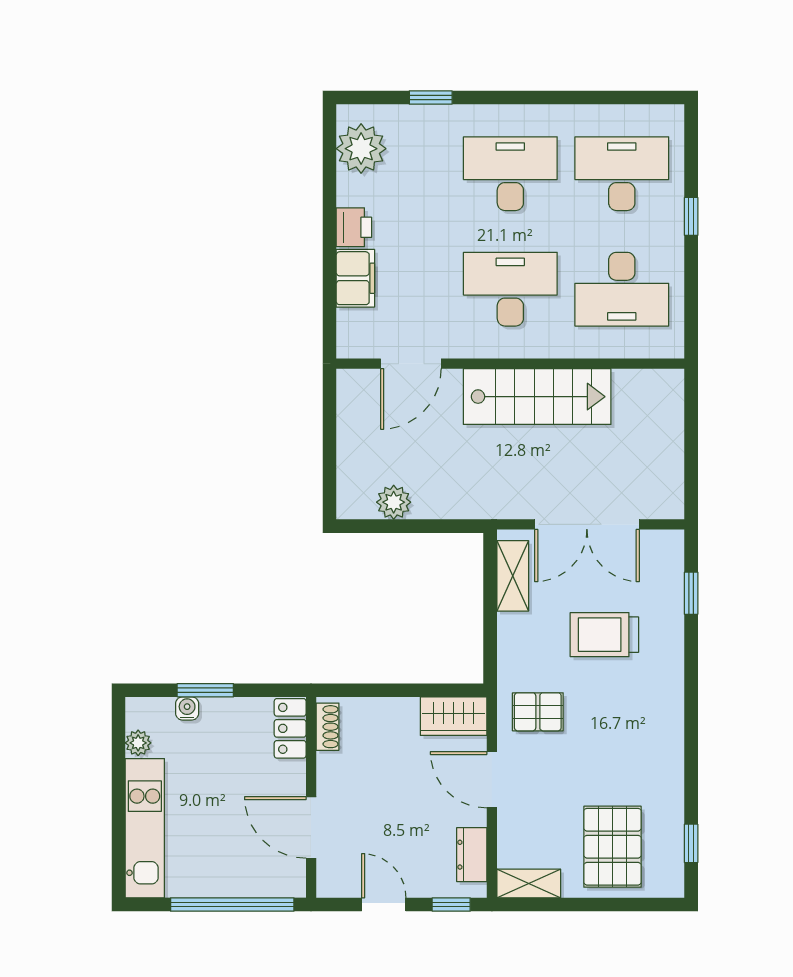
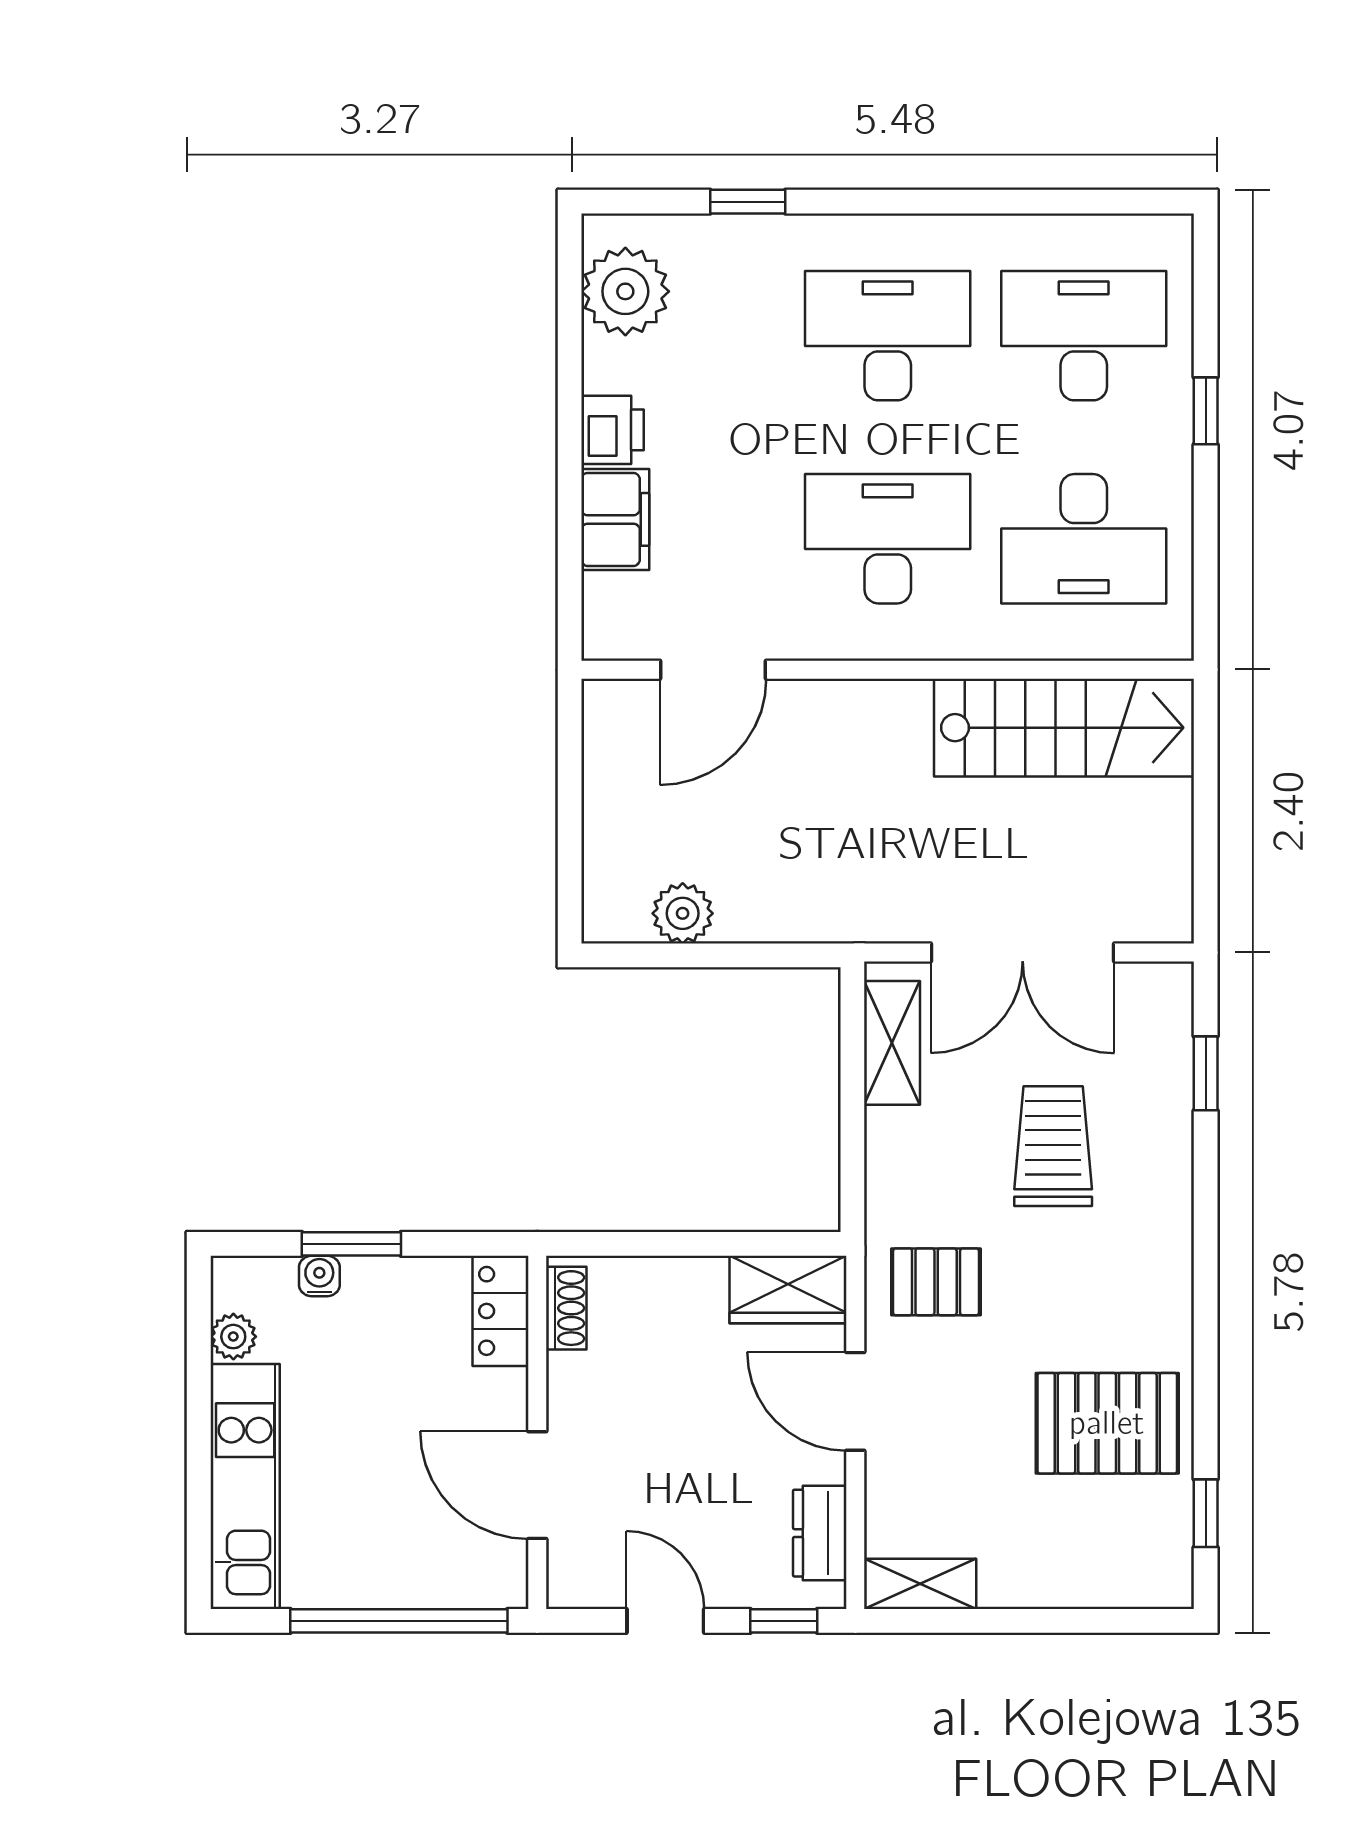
stairs: (537, 397) -> (1064, 728), moved
trolley: (604, 635) -> (1053, 1146), turned 90
pallet: (612, 847) -> (1107, 1423), moved, turned 90

